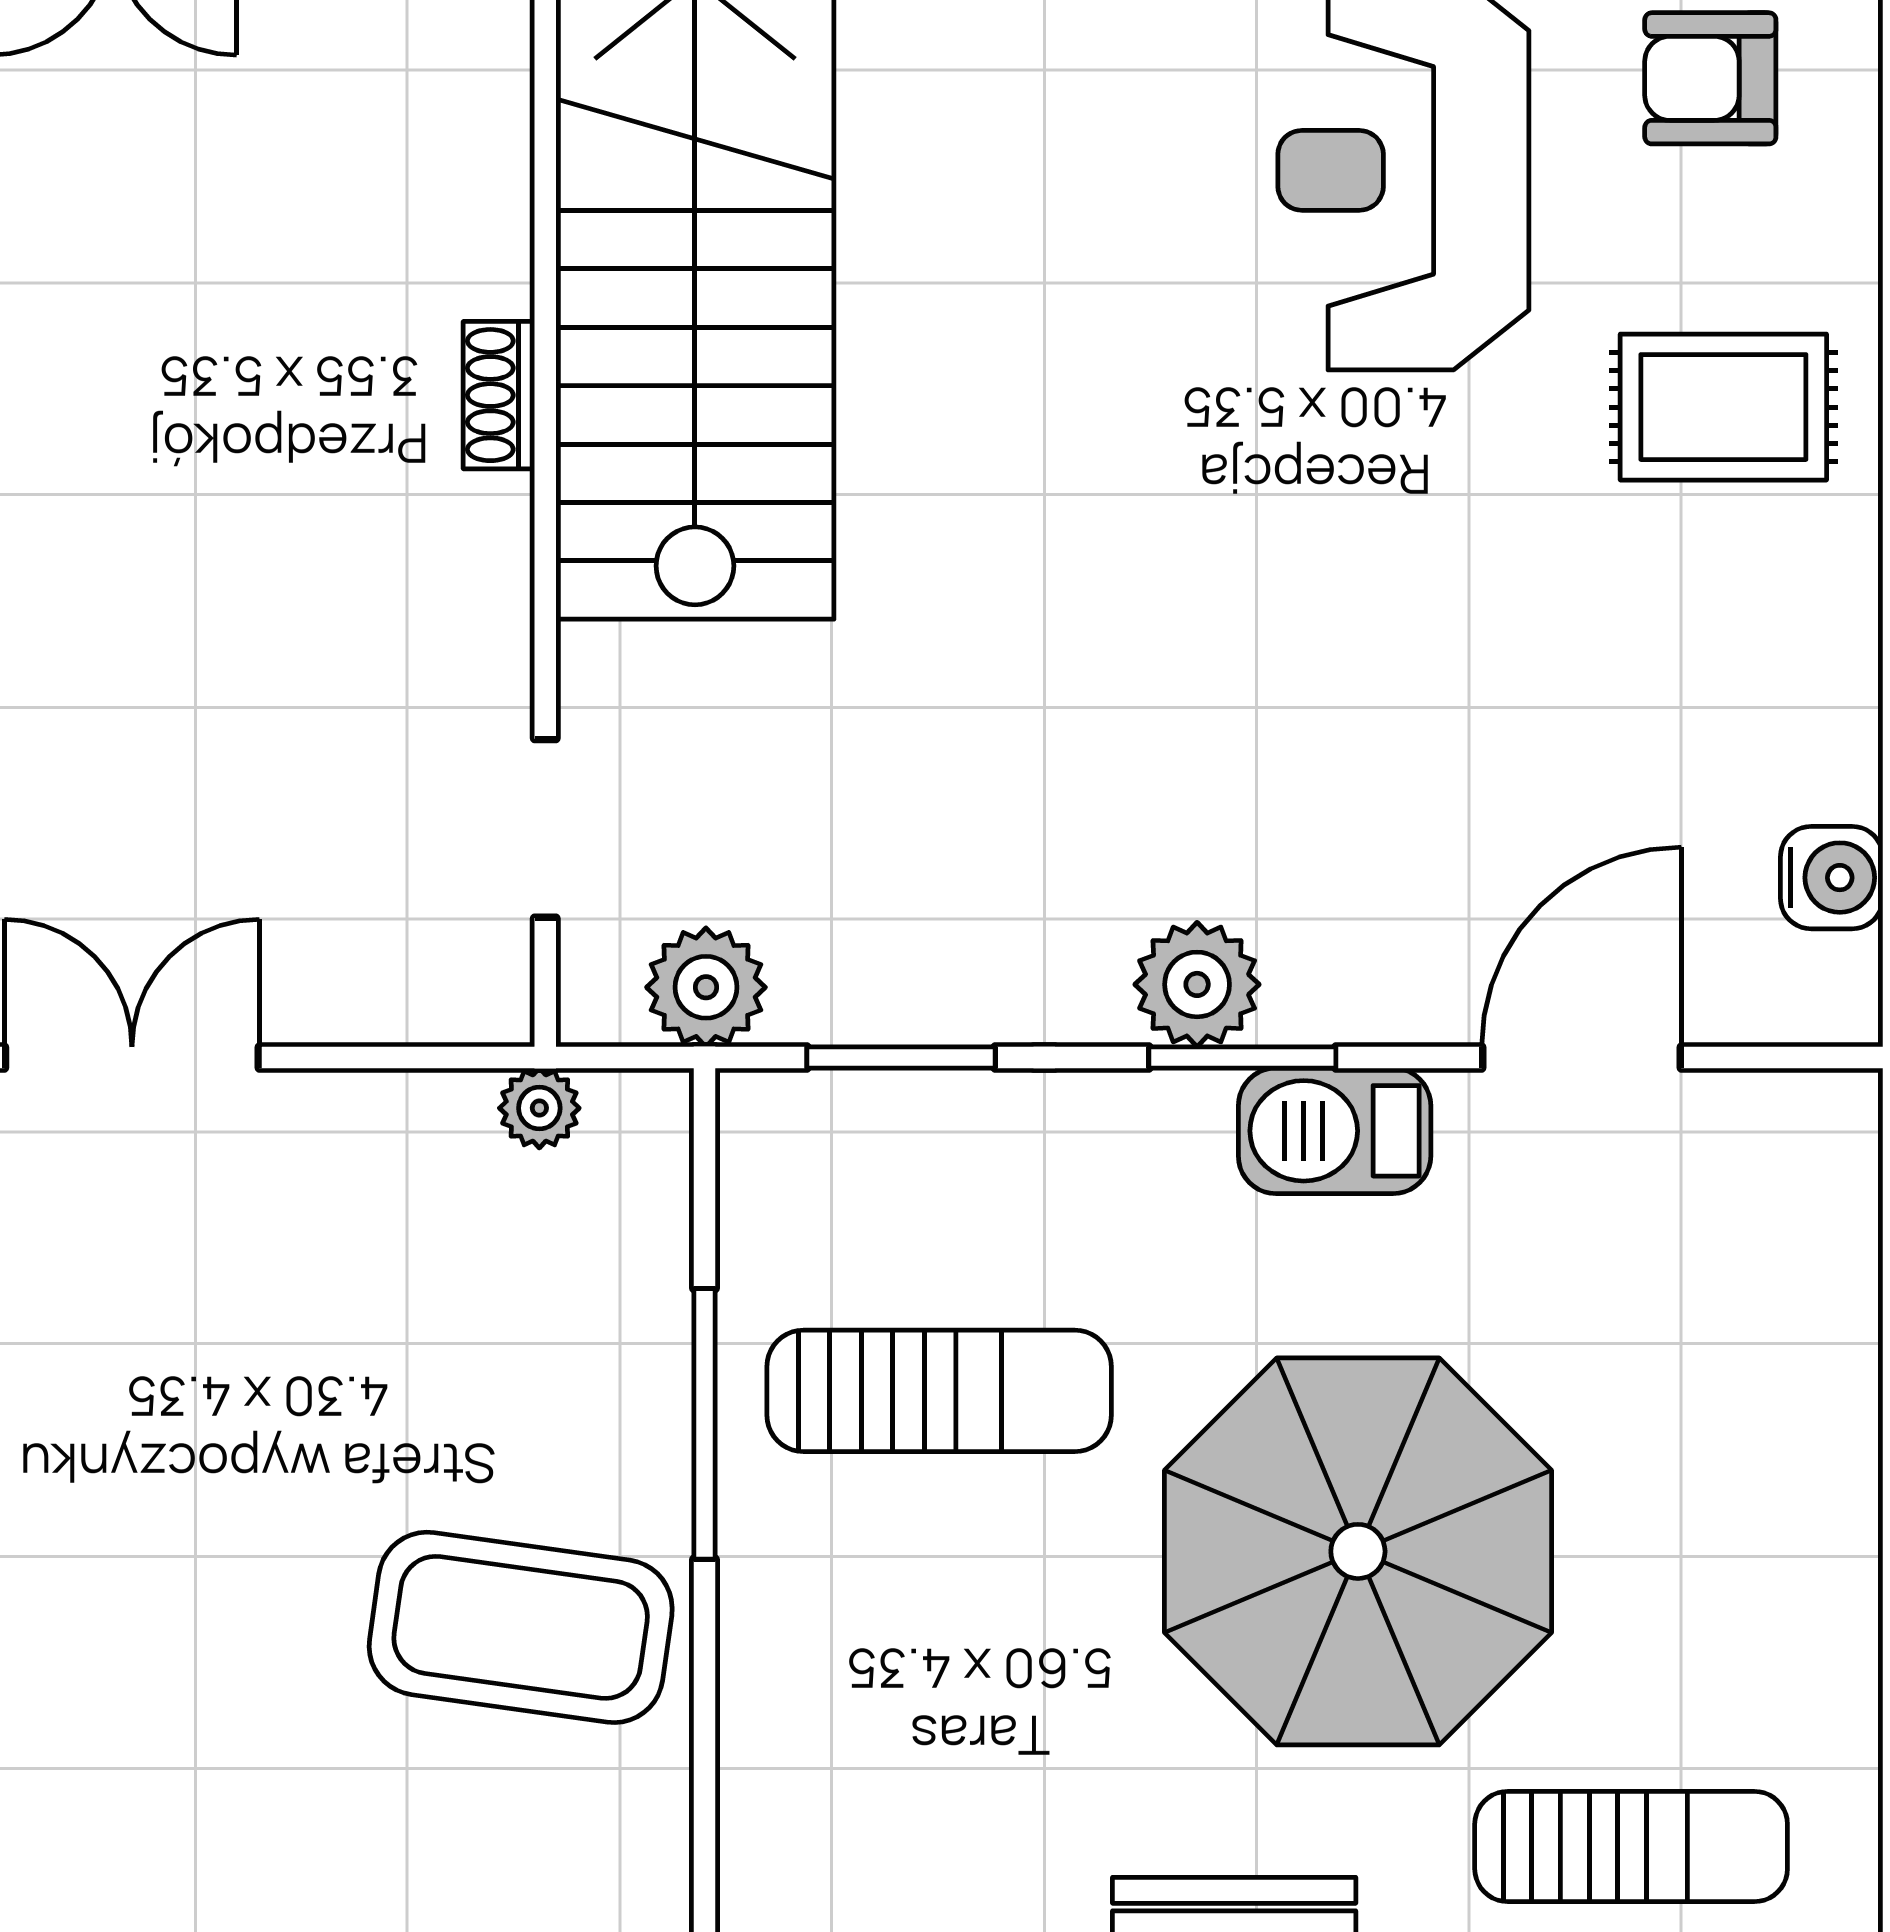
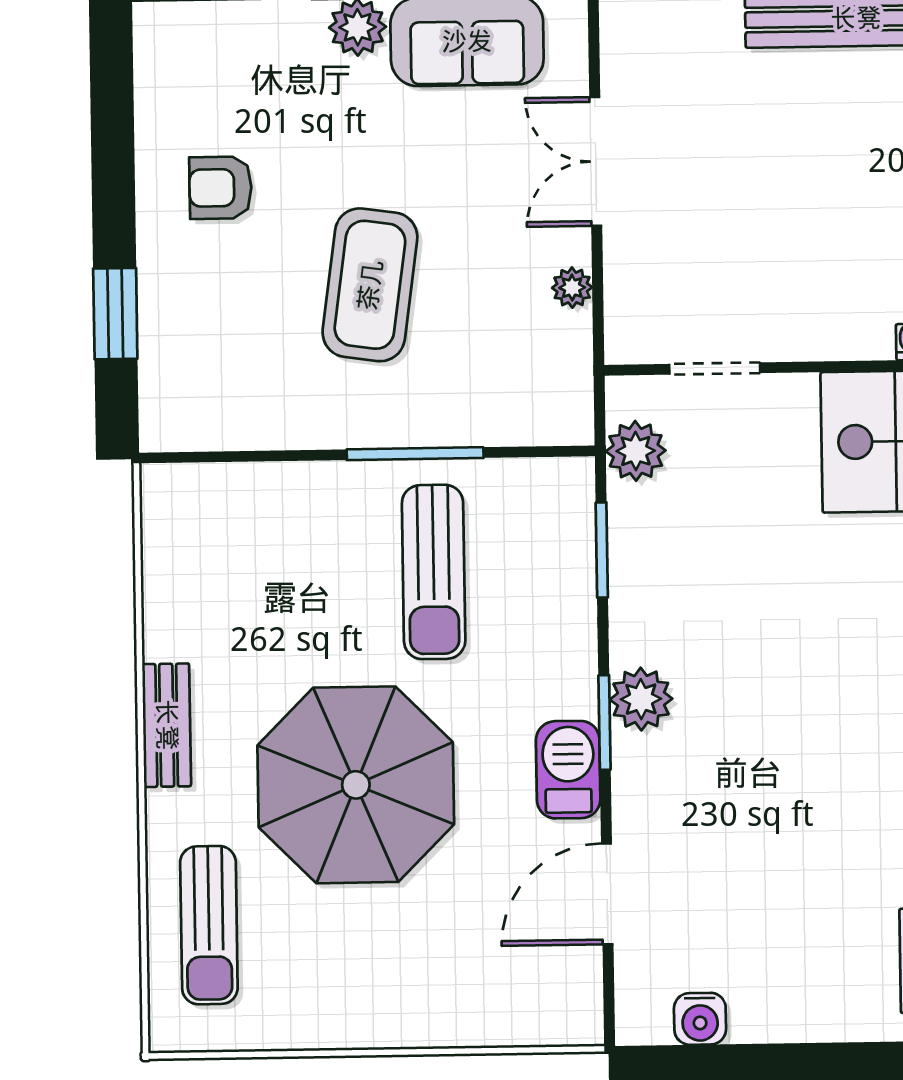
double door: (132, 1057) -> (596, 161), swing flipped
door: (1581, 1057) -> (607, 894), swing flipped
plant: (539, 1108) -> (572, 288), moved
coffee table: (521, 1627) -> (370, 285), moved
armchair: (172, 1801) -> (220, 188), added

